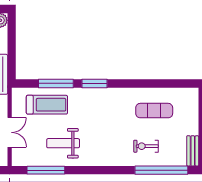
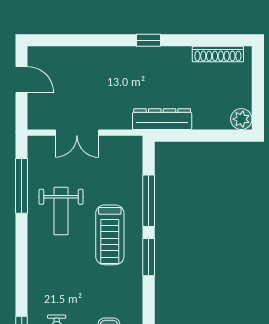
treadmill: (47, 105) -> (110, 235), moved
weight bench: (63, 143) -> (61, 211), turned 180

